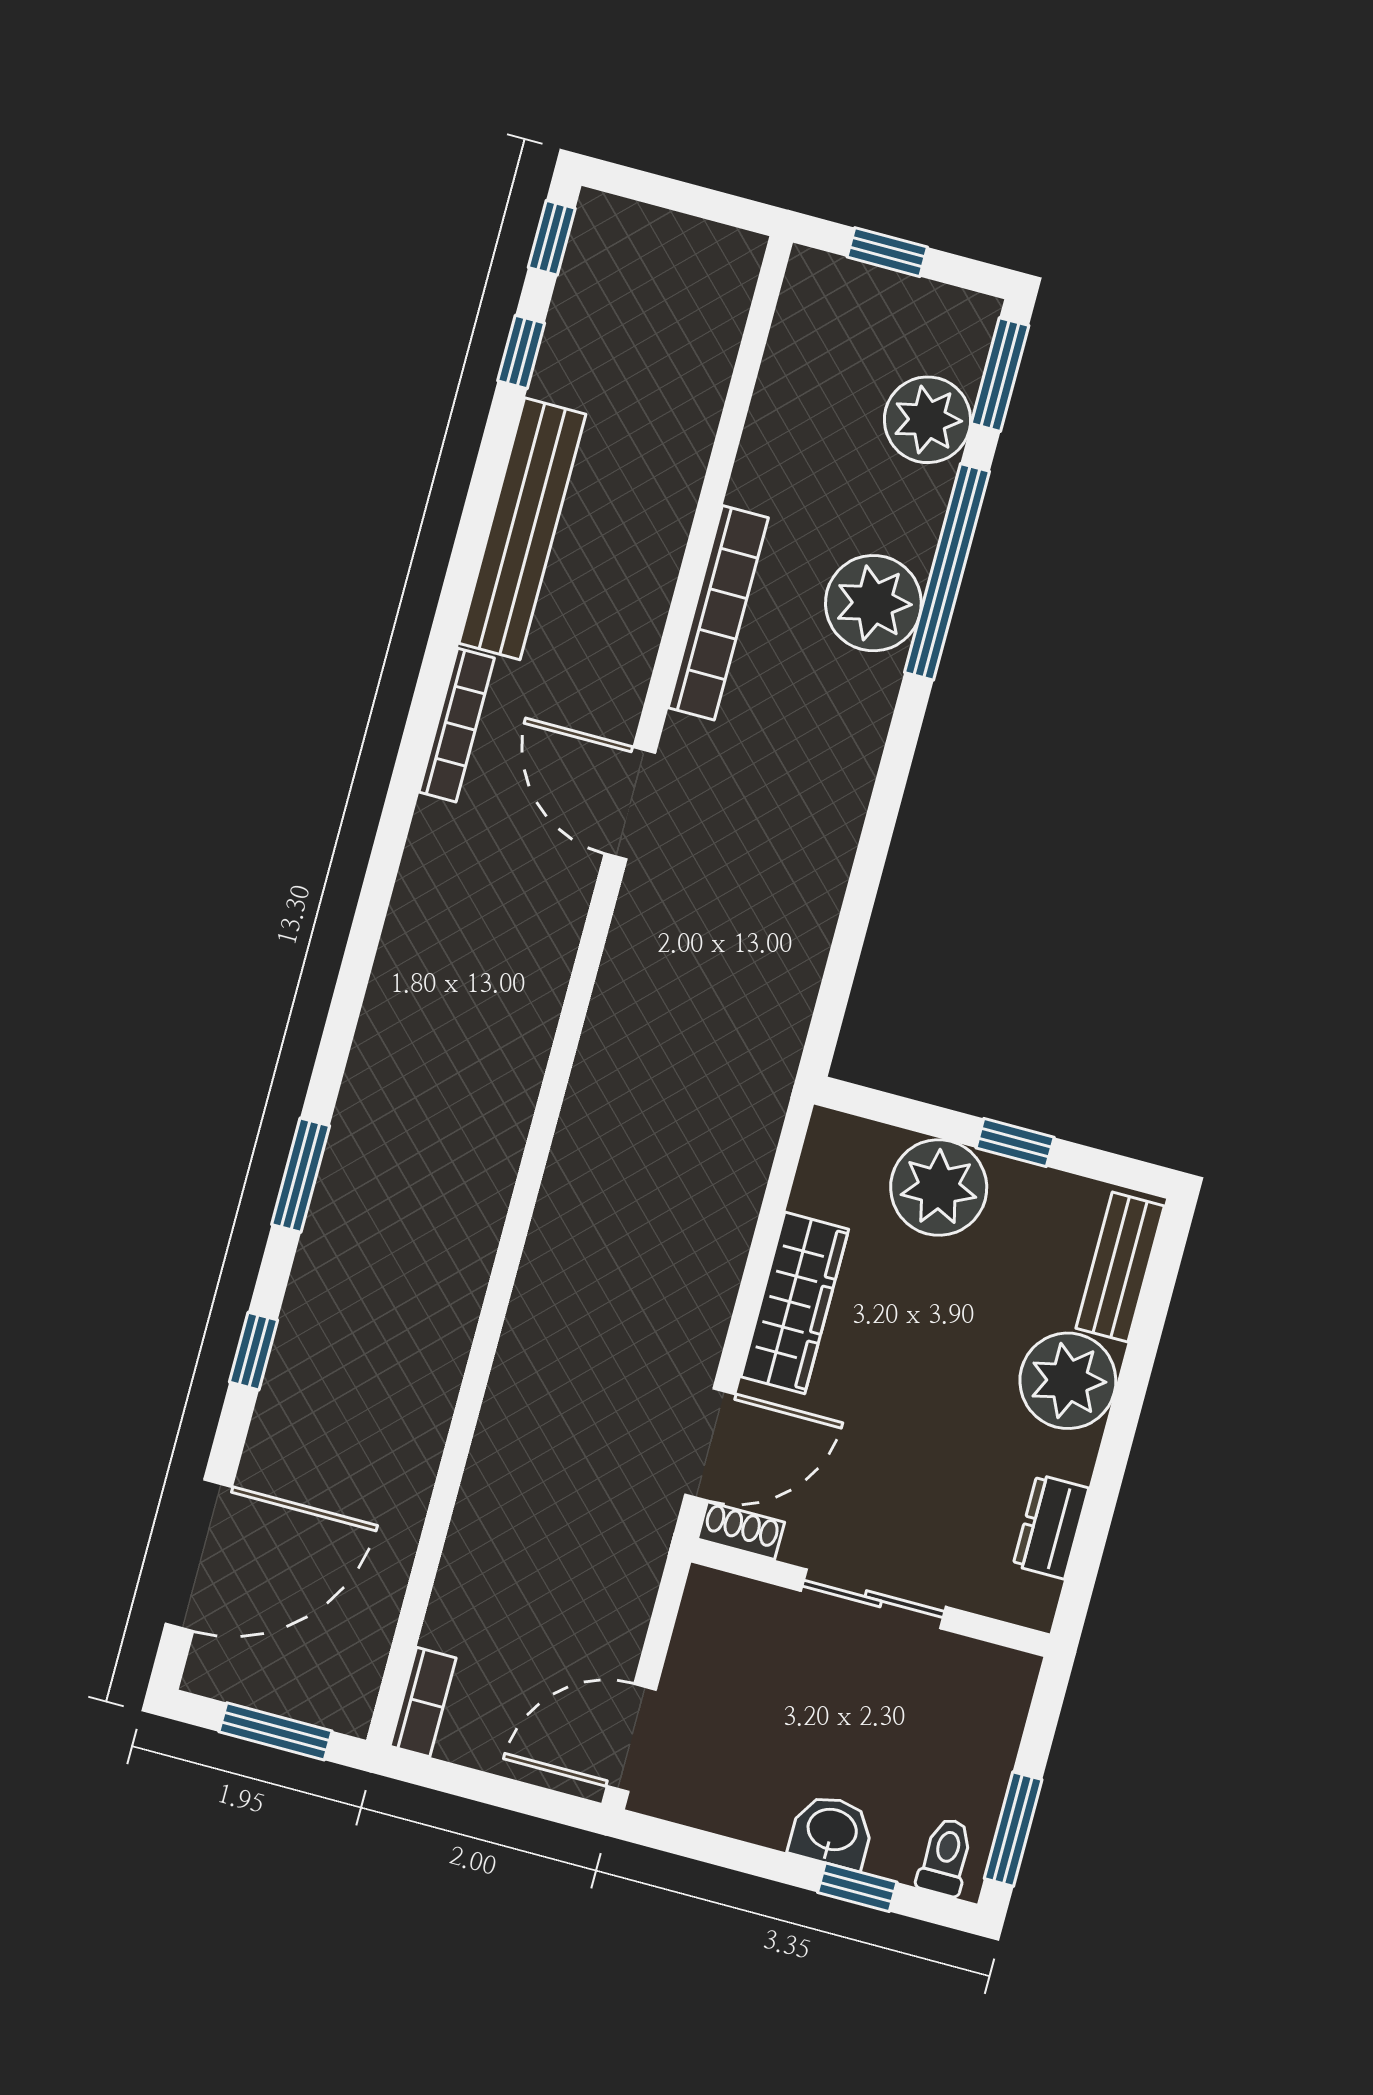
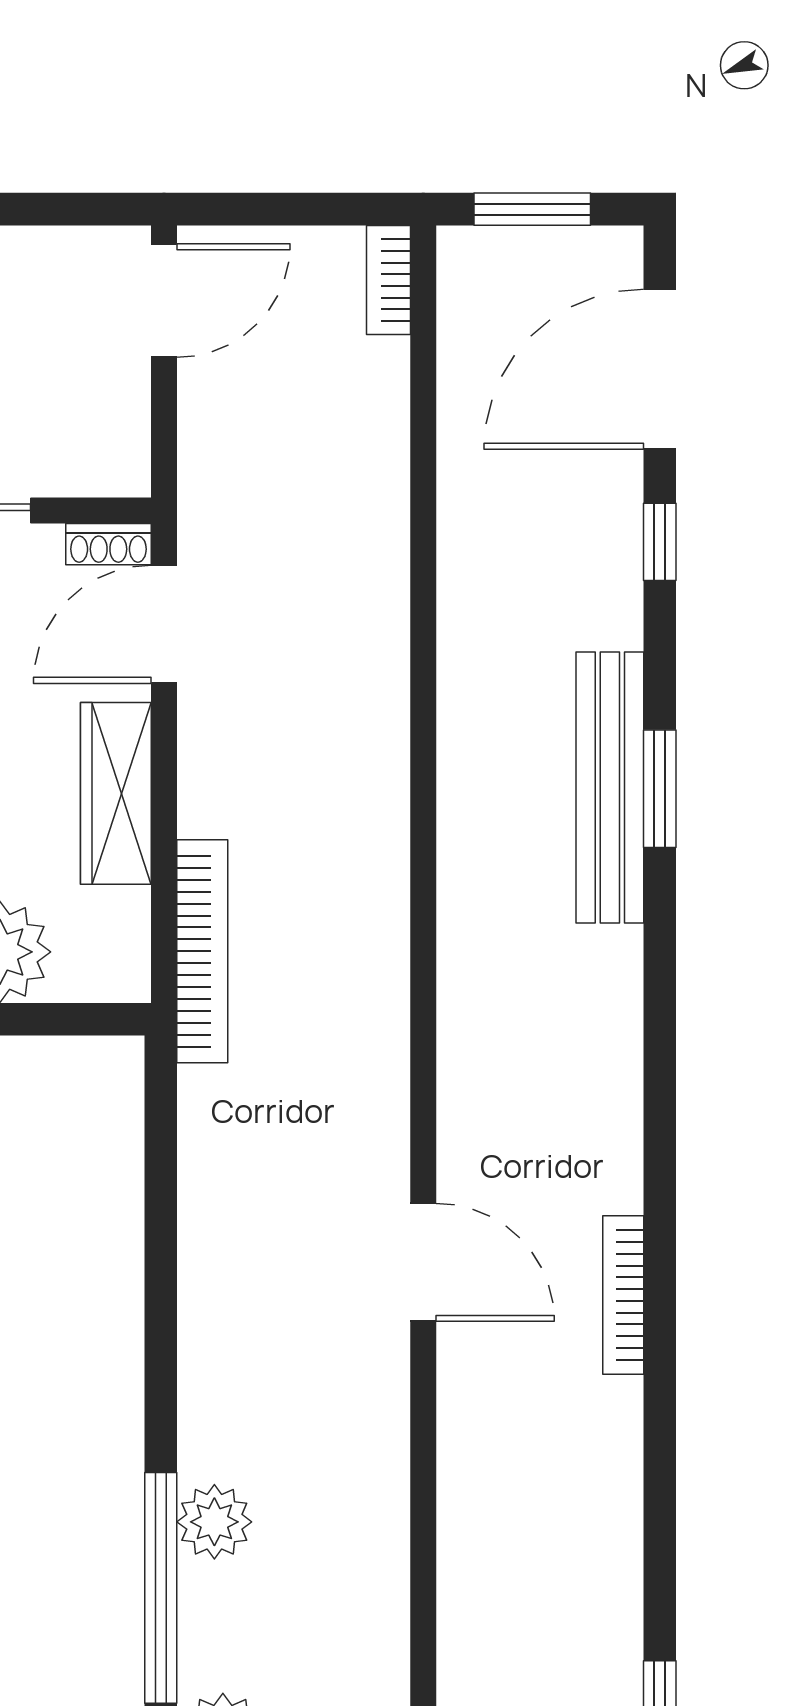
bench: (522, 529) -> (610, 788), moved
plant: (873, 603) -> (214, 1522), width x0.73, depth x0.73
bookcase: (718, 613) -> (202, 951), moved, turned 180
window: (253, 1351) -> (660, 542), moved

